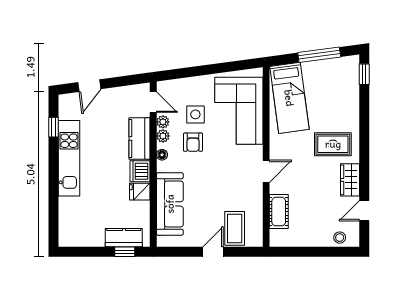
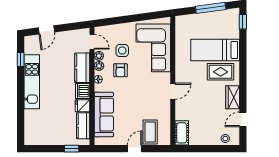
bed: (289, 98) -> (215, 50), moved, turned 98
cot: (279, 212) -> (182, 133), moved
kitchen counter: (124, 238) -> (83, 126), moved, turned -90

